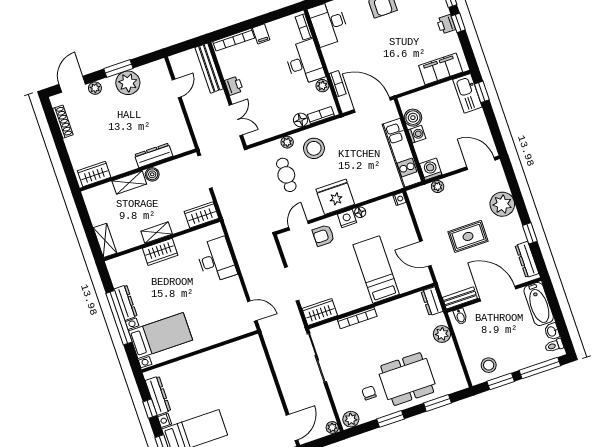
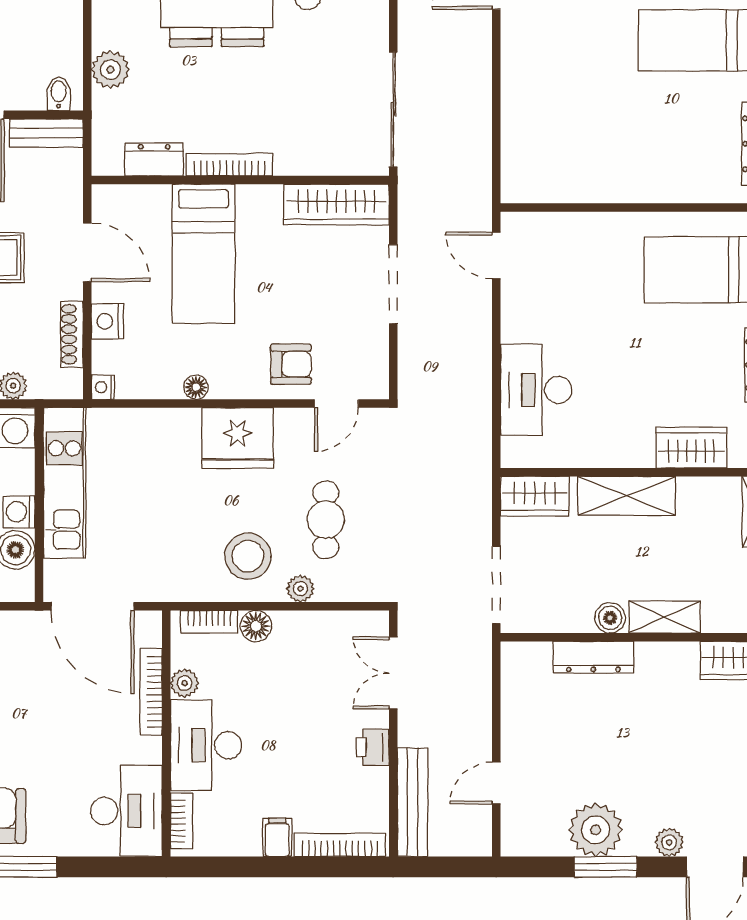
bookcase: (338, 84) -> (151, 692), width x1.56
shoe rack: (420, 217) -> (72, 334), added
nightstand: (347, 218) -> (107, 321), moved, turned 90
shelving: (157, 233) -> (627, 496), width x1.50, depth x1.33
wardrobe: (160, 252) -> (691, 448), moved
dresser: (432, 301) -> (154, 160), moved, turned -90
wardrobe: (320, 312) -> (336, 205), width x1.50
bookcase: (357, 318) -> (229, 165), moved

